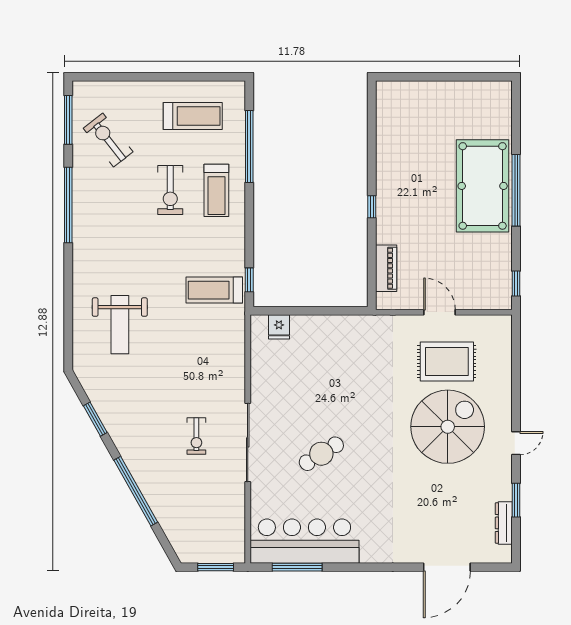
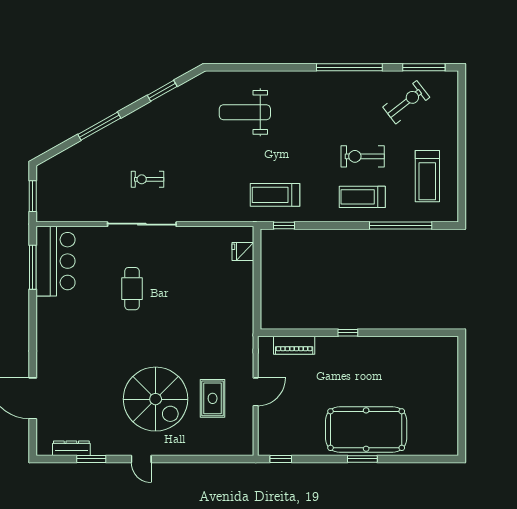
window: (516, 190) -> (362, 459), width x0.47
treadmill: (214, 290) -> (275, 195), turned -90
rug: (447, 362) -> (213, 398), width x0.73, depth x0.70
cafe table: (321, 454) -> (132, 289), turned 32
window: (136, 491) -> (99, 126), width x0.68
bar counter: (304, 541) -> (56, 261), width x0.73

